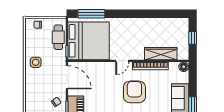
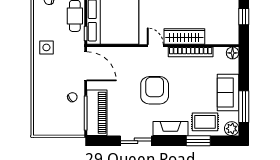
wardrobe: (161, 54) -> (184, 36), moved
door: (122, 61) -> (155, 46), swing flipped
armchair: (134, 92) -> (155, 90), moved

